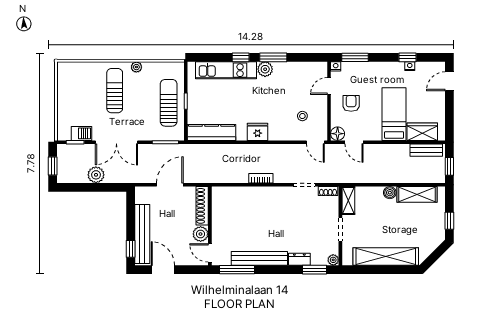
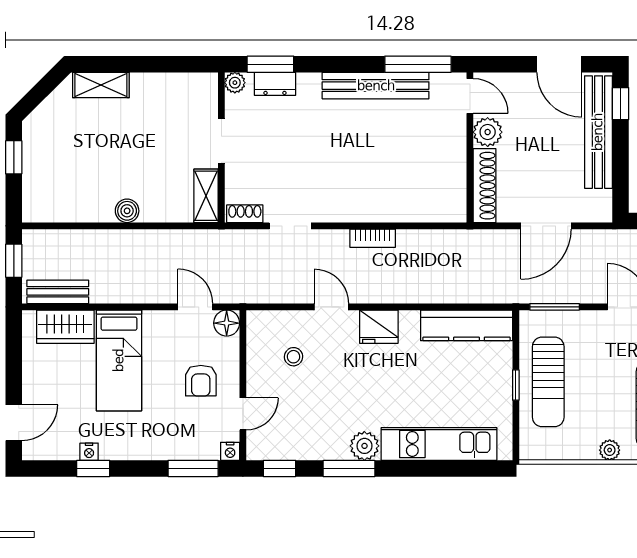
window: (241, 57) -> (279, 468), moved
door: (315, 142) -> (331, 307), moved
shelving: (417, 194) -> (75, 207), removed
shelving: (386, 256) -> (101, 85), width x0.45, depth x0.75
dresser: (299, 259) -> (275, 84), moved

